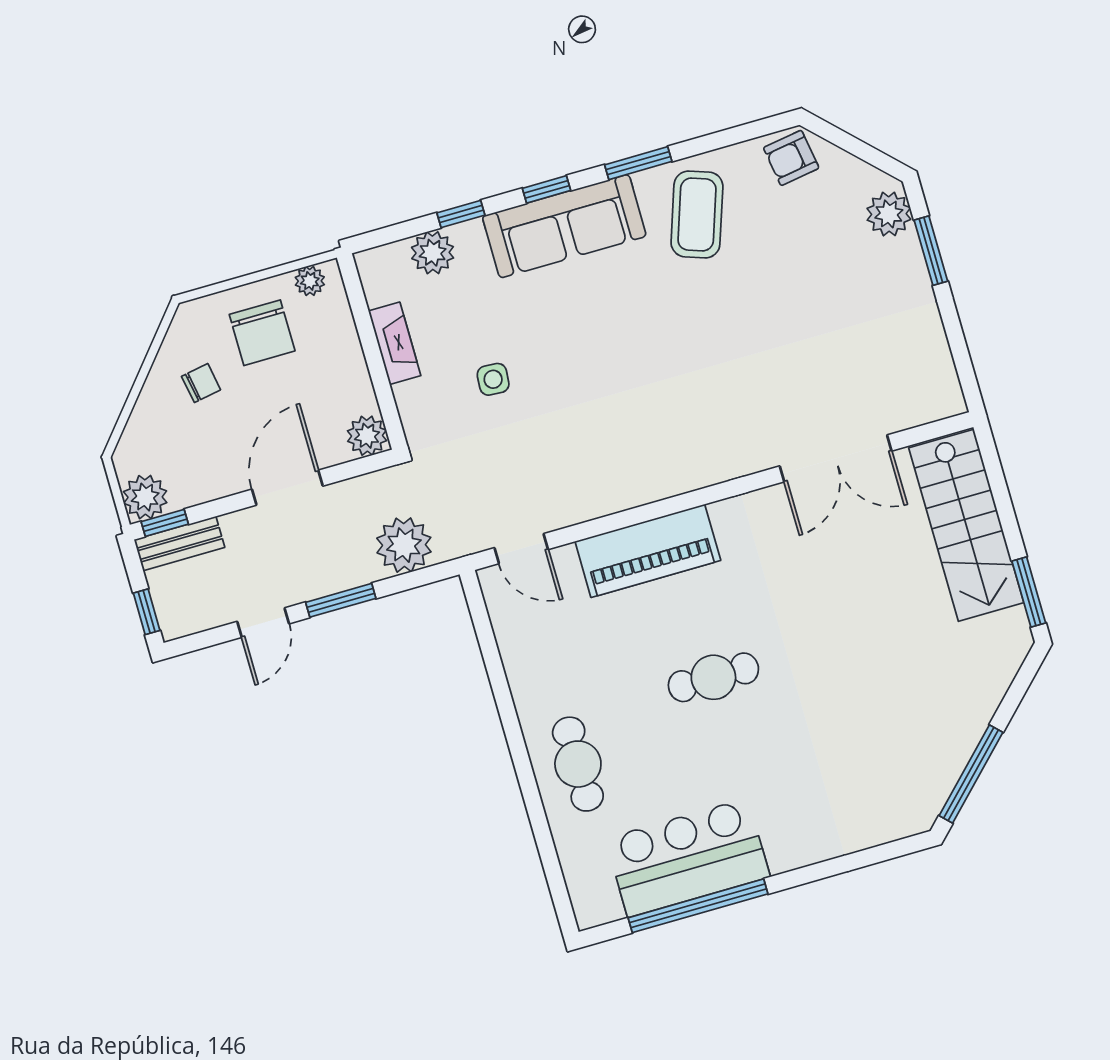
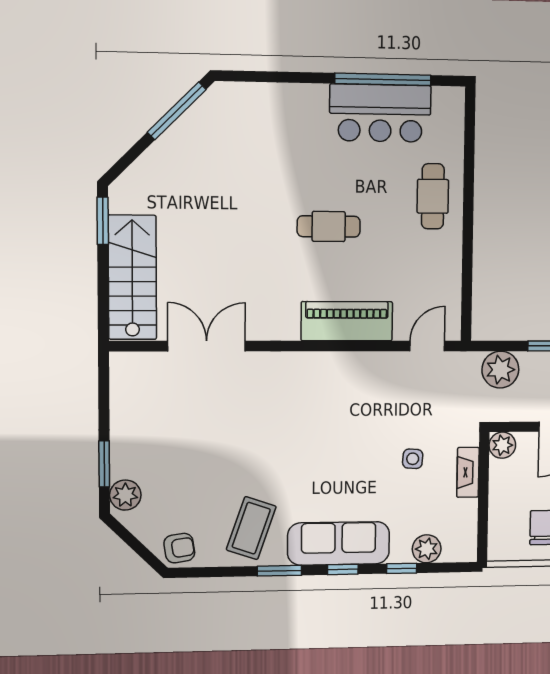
plant: (310, 281) -> (508, 552), removed
fireplace: (395, 343) -> (468, 472), moved
door: (521, 549) -> (427, 346), hinge flipped

